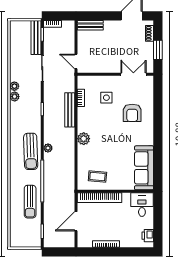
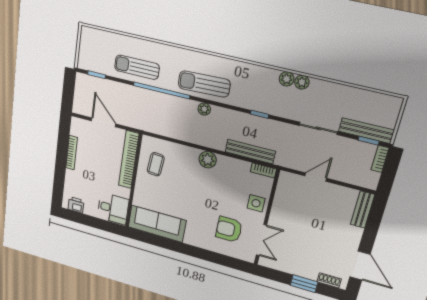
wall: (115, 74) -> (267, 218), moved
double door: (133, 74) -> (261, 240), moved

